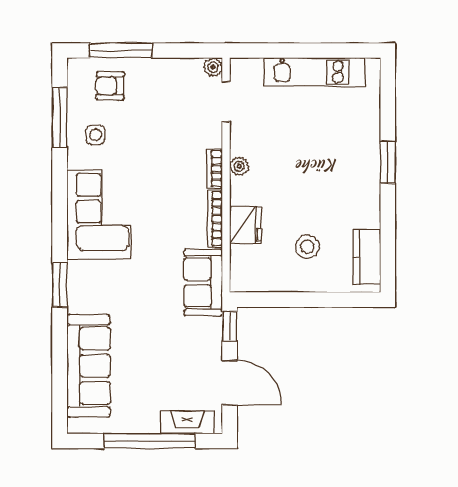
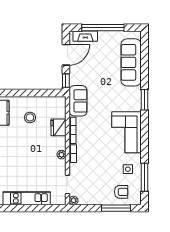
door: (230, 382) -> (66, 55), swing flipped

